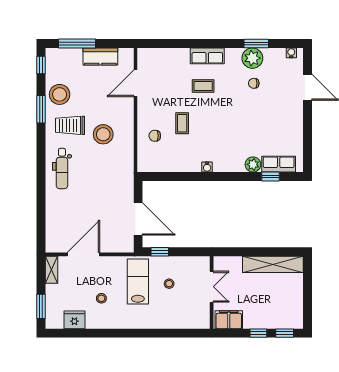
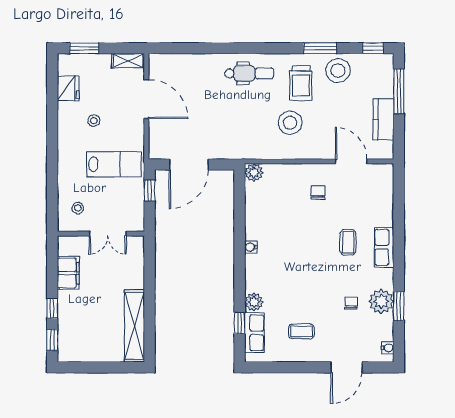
coffee table: (182, 123) -> (301, 331), moved
trolley: (70, 125) -> (301, 83), turned 180
chair: (155, 136) -> (318, 192), moved
plant: (145, 165) -> (254, 173), added
dental chair: (62, 168) -> (249, 73), turned 180
stool: (169, 284) -> (78, 208), moved
double door: (212, 287) -> (108, 234), moved
wall: (212, 292) -> (101, 234), moved

